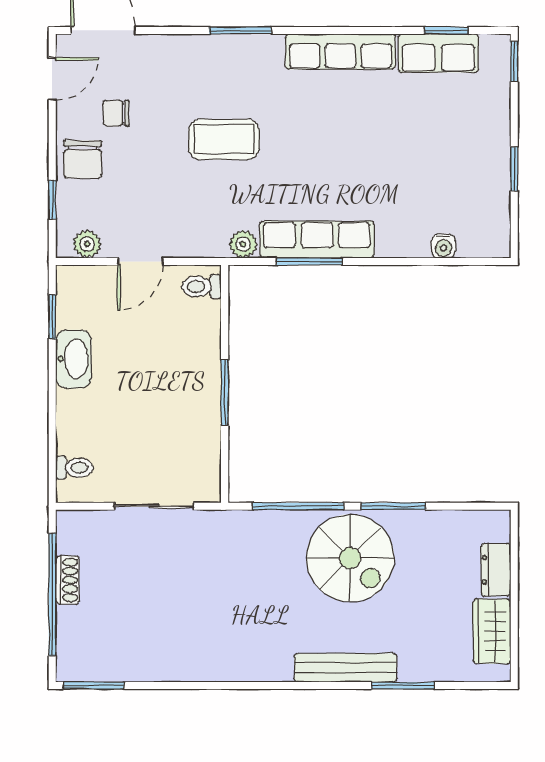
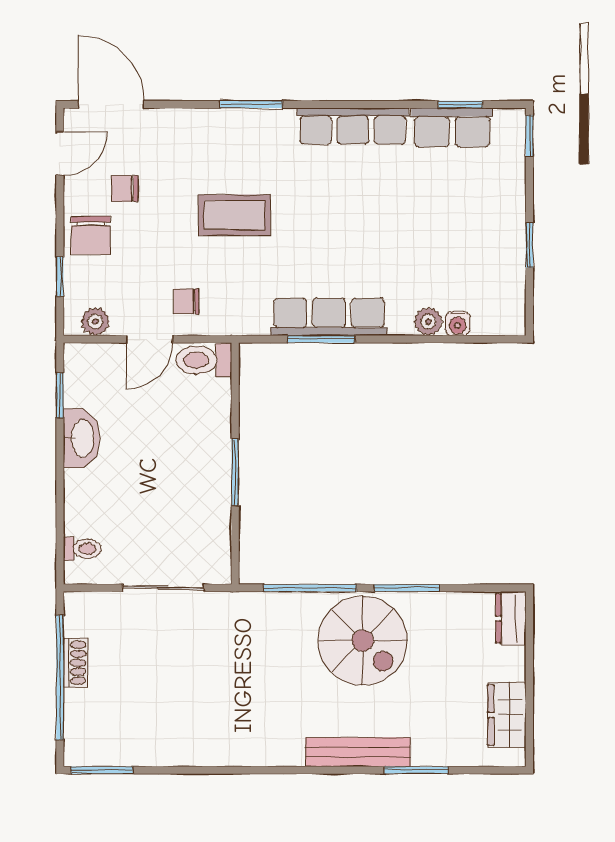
chair: (177, 224) -> (186, 301), added
plant: (243, 244) -> (428, 322), moved
toilet: (202, 287) -> (204, 360), width x1.37, depth x1.39
dresser: (496, 570) -> (511, 618), moved

